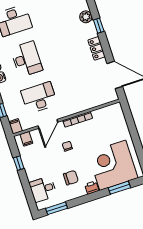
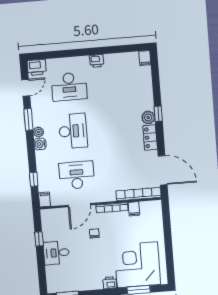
plant: (86, 17) -> (148, 117), moved
bookcase: (98, 101) -> (138, 194), added
filing cabinet: (26, 139) -> (134, 209), moved
chair: (71, 178) -> (90, 267), removed
desk: (43, 189) -> (56, 253), moved

